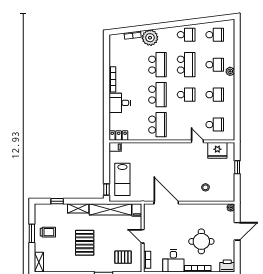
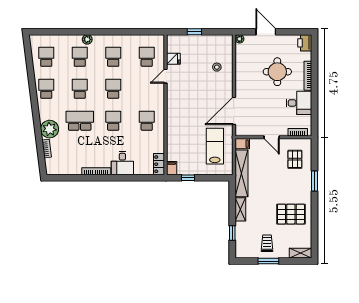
school desk: (186, 65) -> (80, 89), width x0.54
school desk: (157, 95) -> (113, 121), width x0.54
school desk: (157, 125) -> (147, 121), width x0.54
fridge: (217, 150) -> (173, 59), width x0.53, depth x0.75
lab bench: (122, 179) -> (215, 146), moved, turned -90
window: (106, 190) -> (188, 178), moved
door: (143, 236) -> (272, 137), hinge flipped
pallet: (85, 243) -> (291, 214), moved

